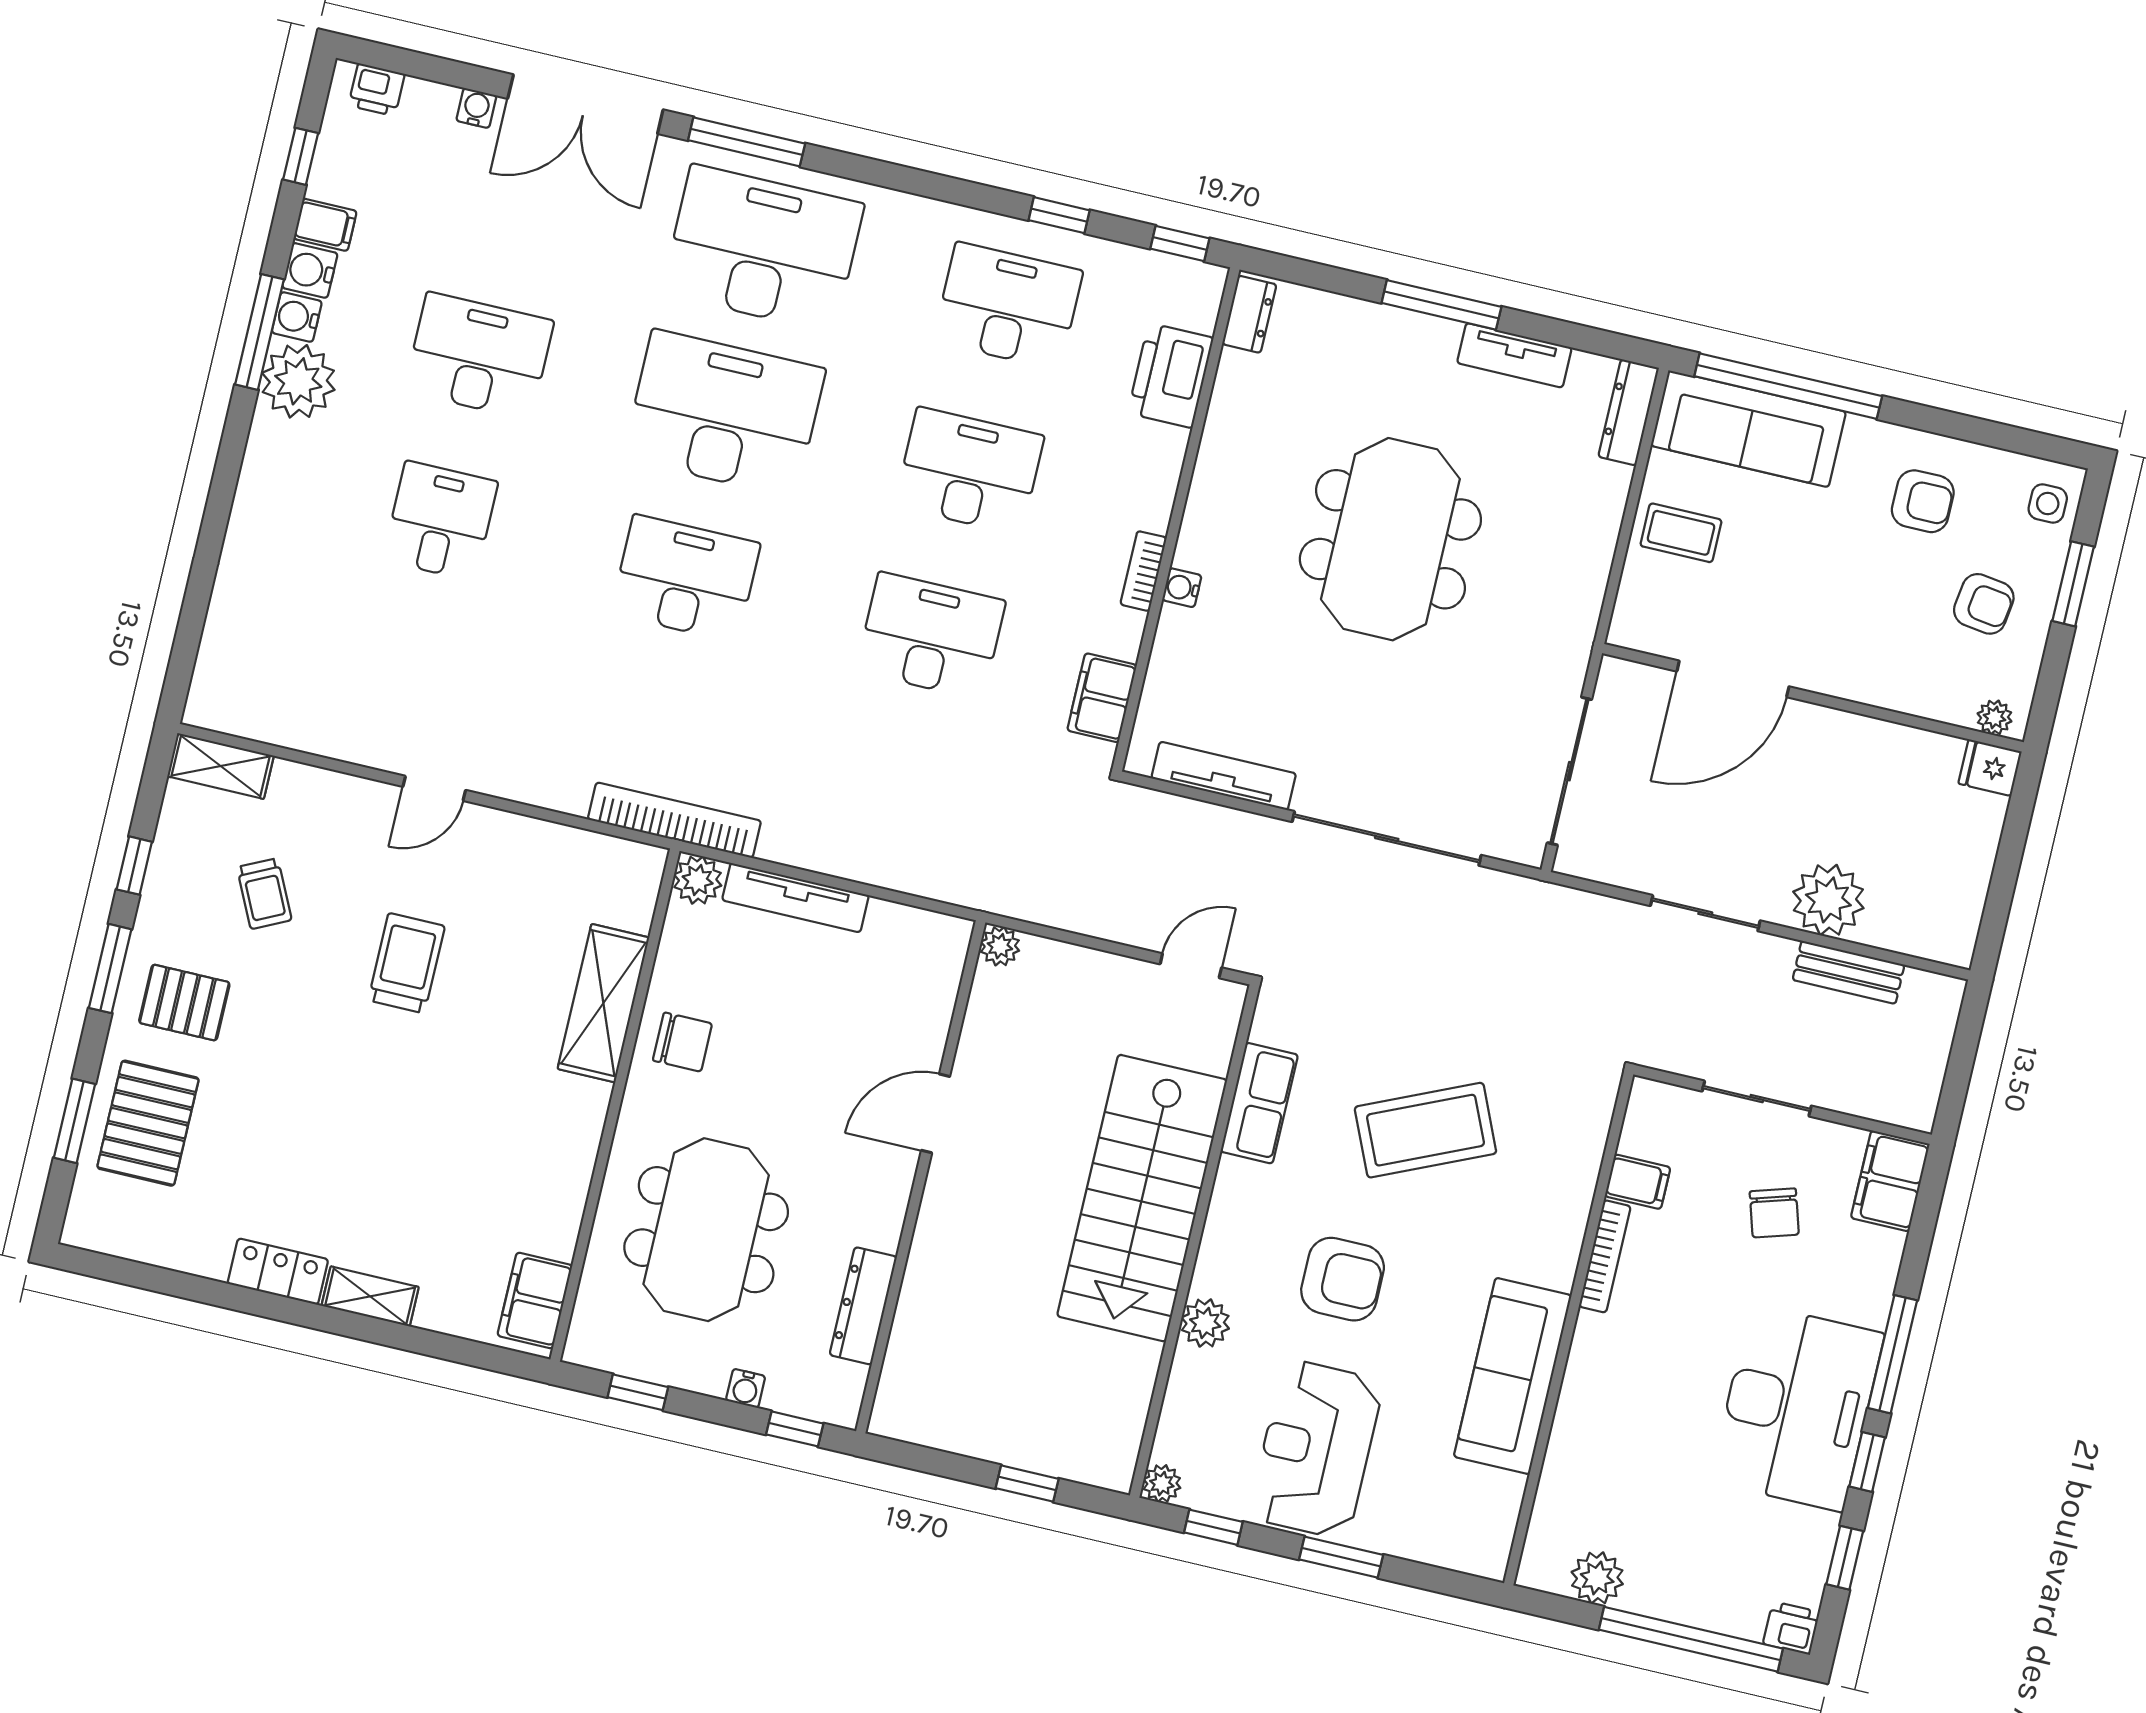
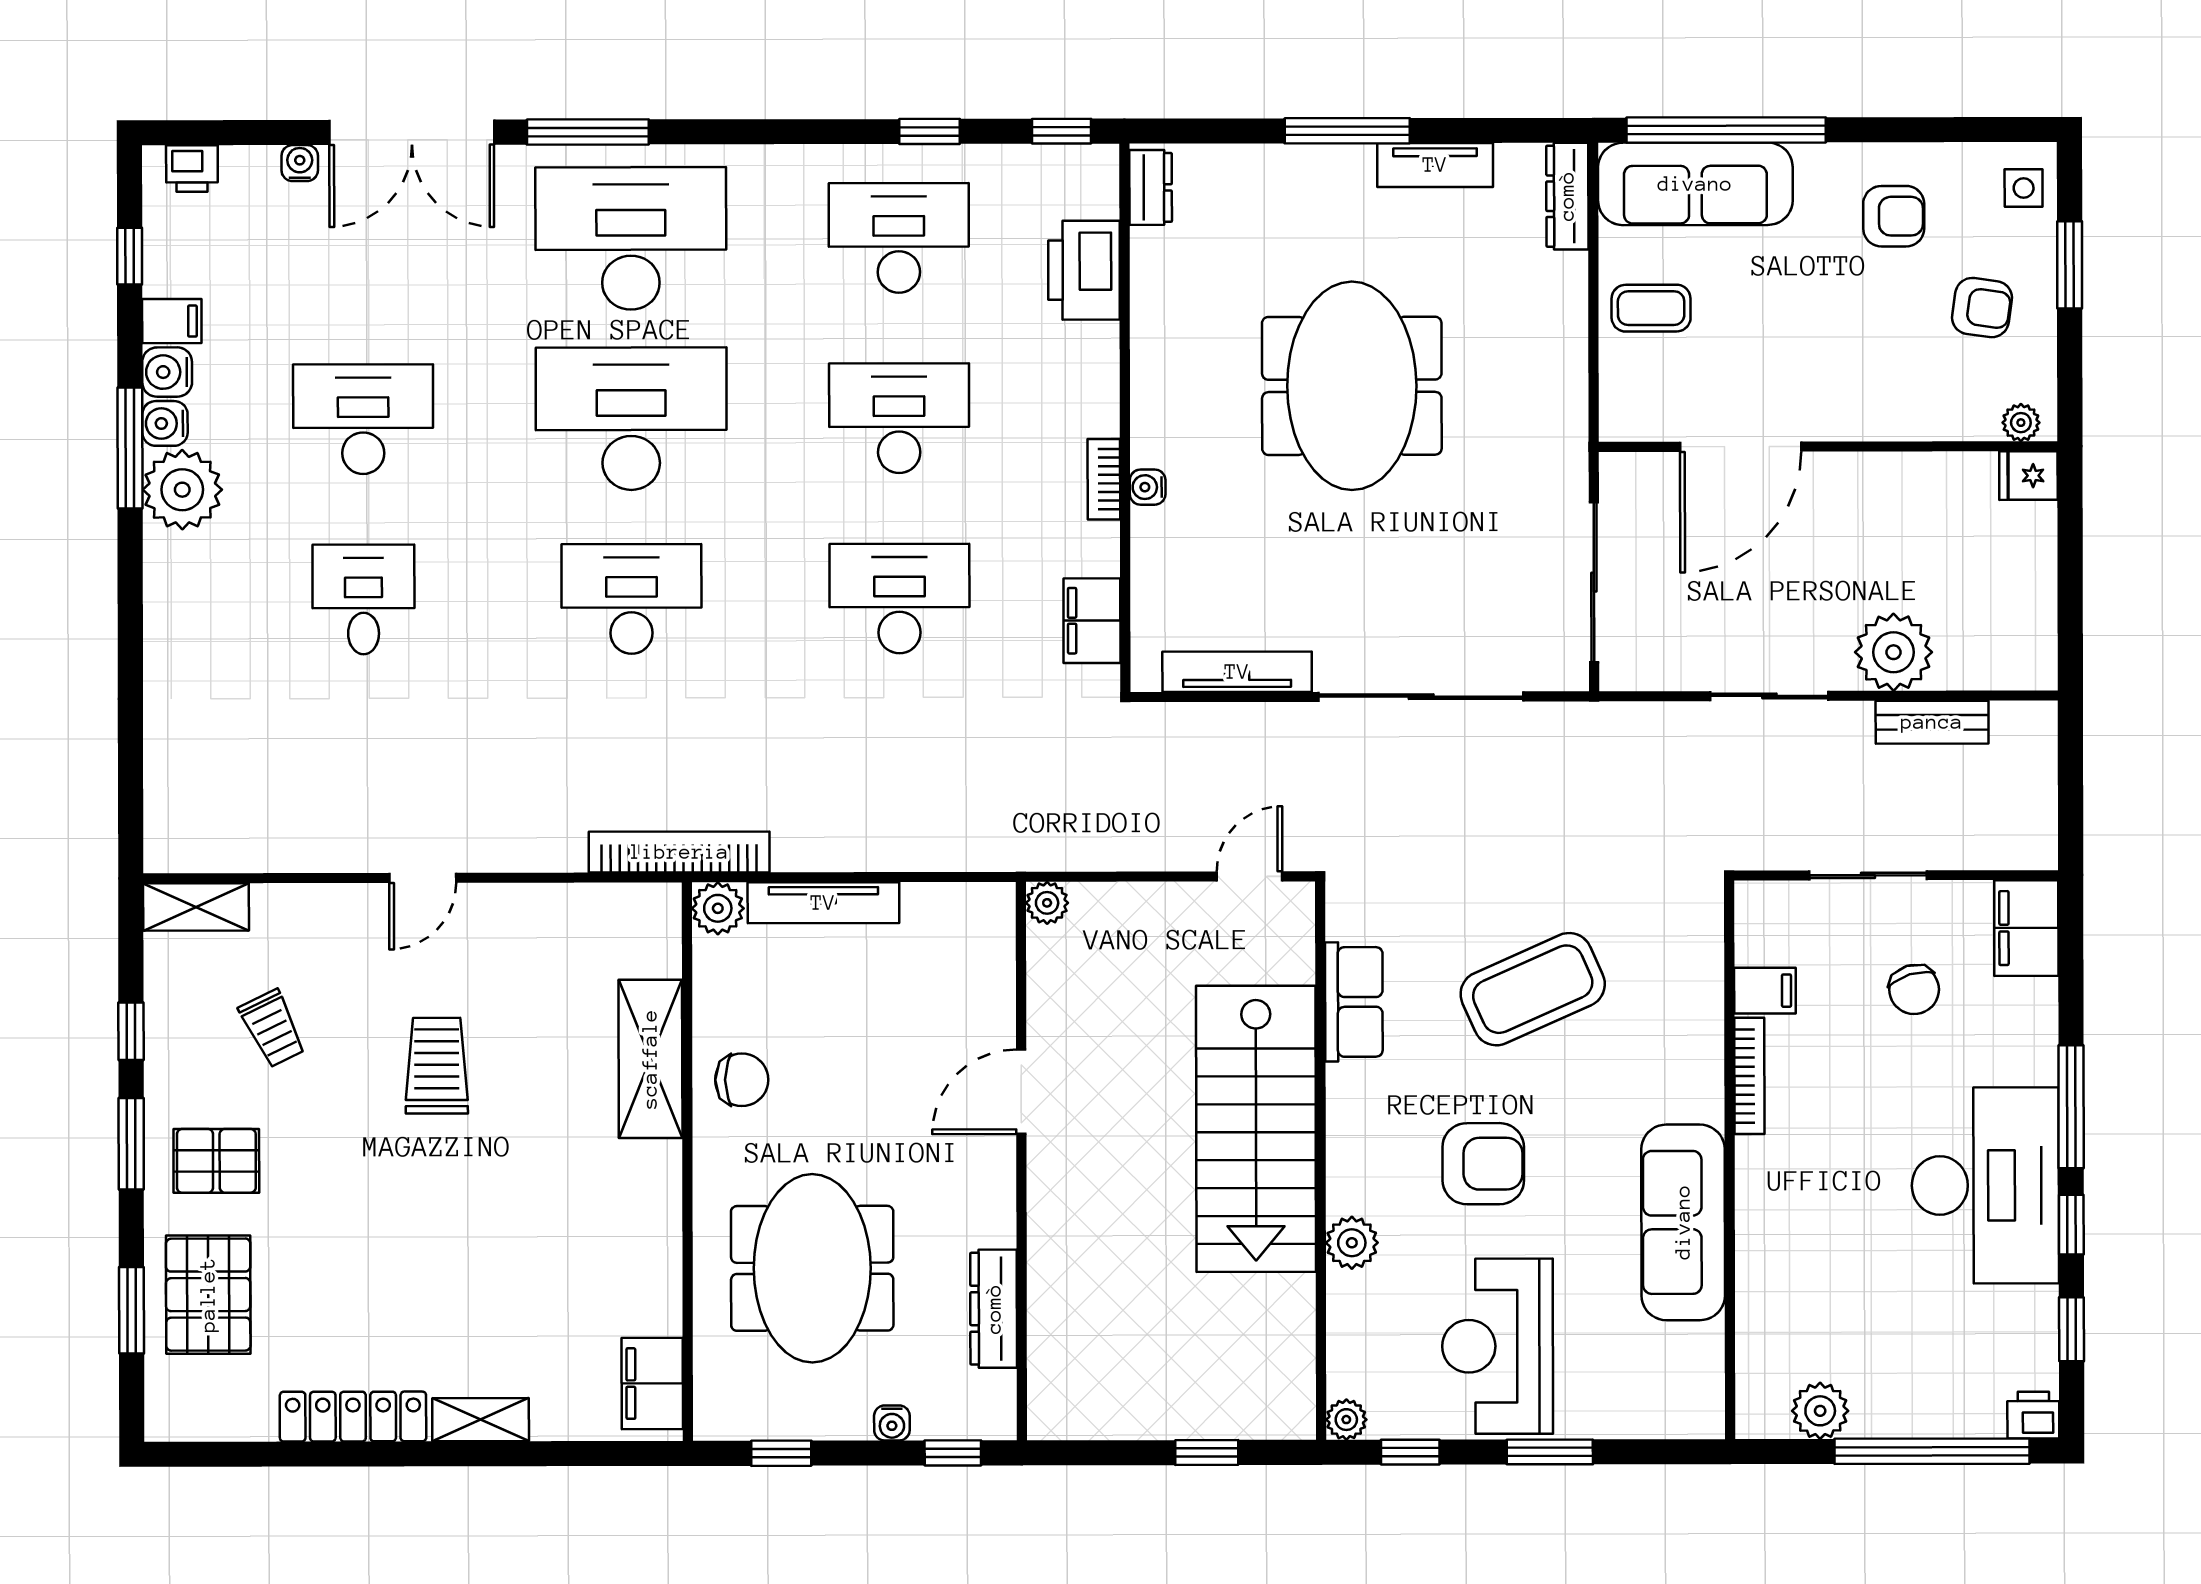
locker: (278, 1272) -> (353, 1417), width x1.53

